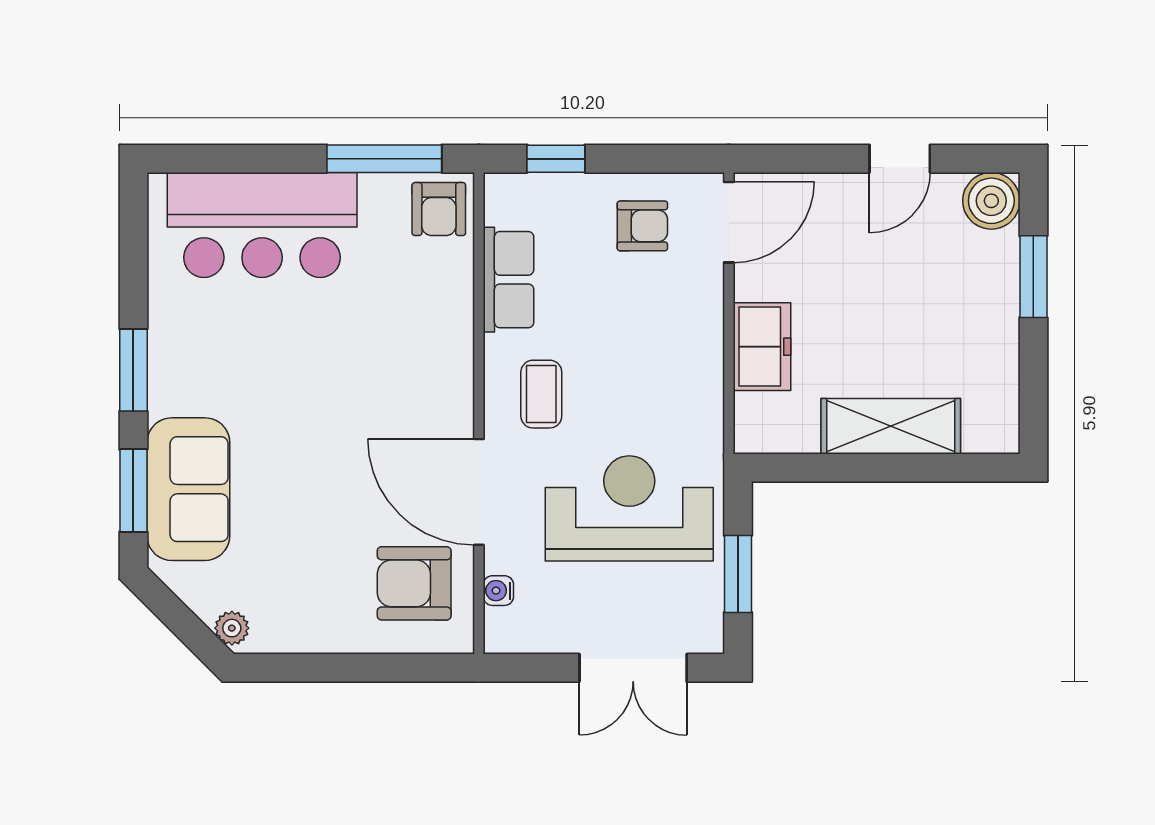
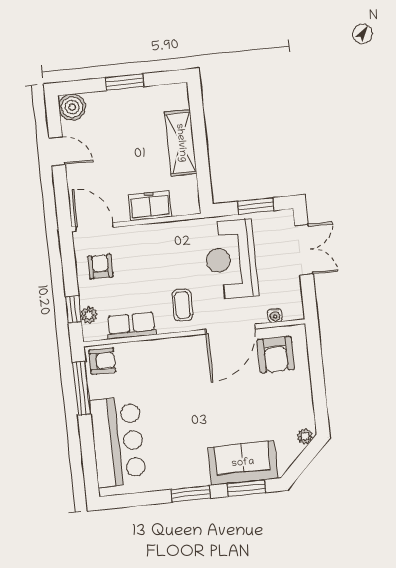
plant: (541, 191) -> (89, 315), added
window: (1033, 277) -> (124, 82), moved
coffee table: (541, 394) -> (182, 305), turned 90

